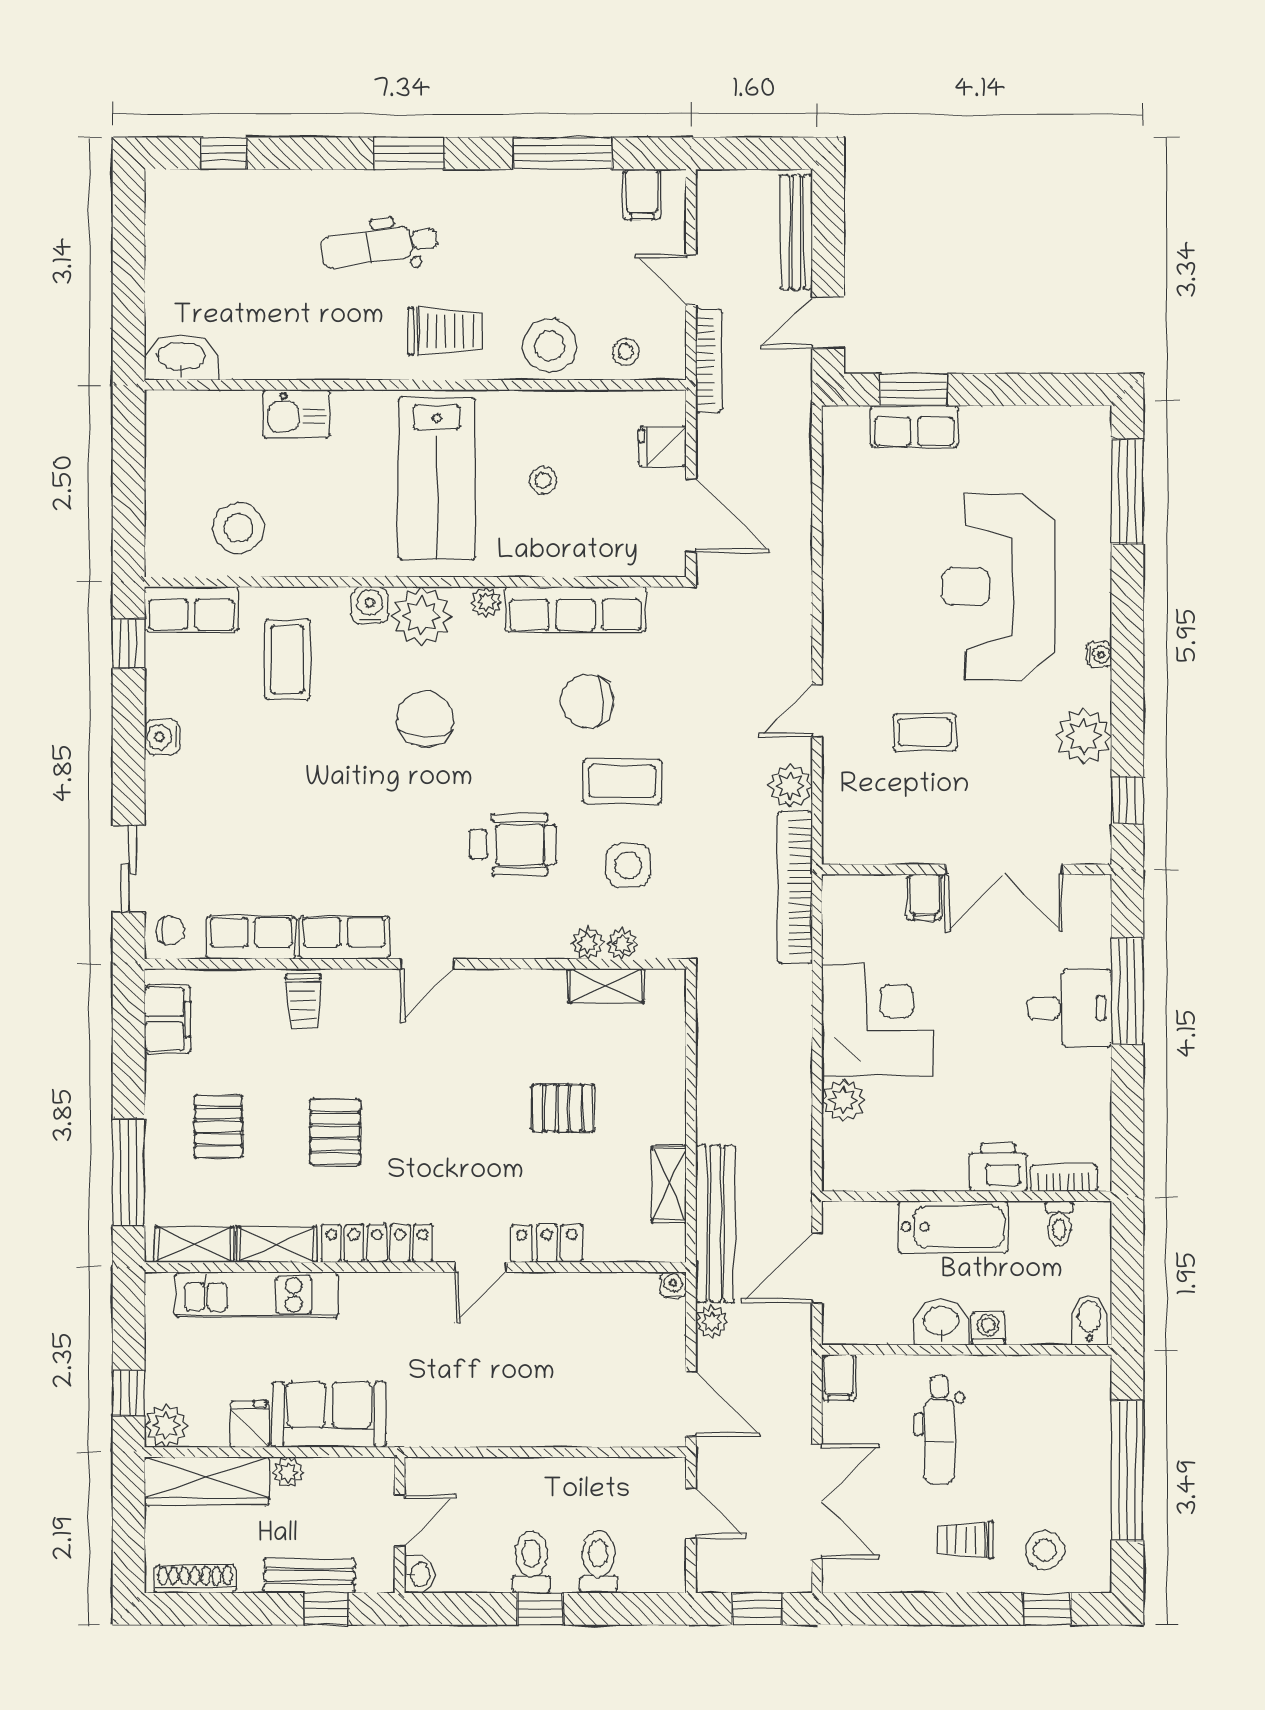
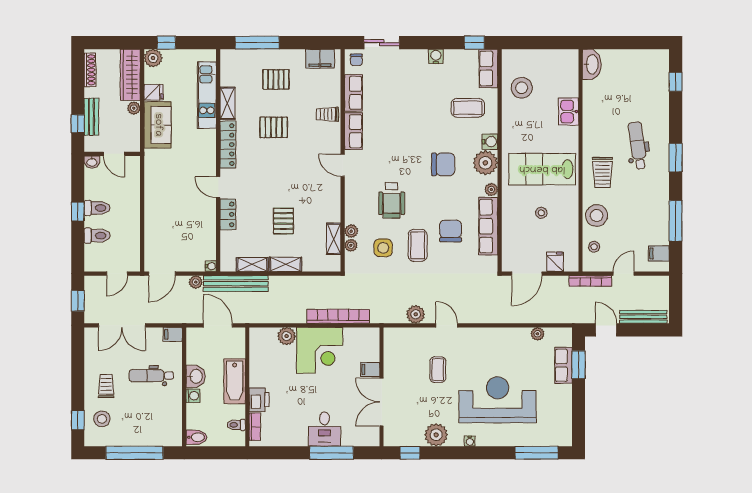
plant: (838, 490) -> (537, 334), added
bookcase: (795, 887) -> (338, 316), moved
shelving: (194, 1245) -> (285, 264), moved, turned 90

